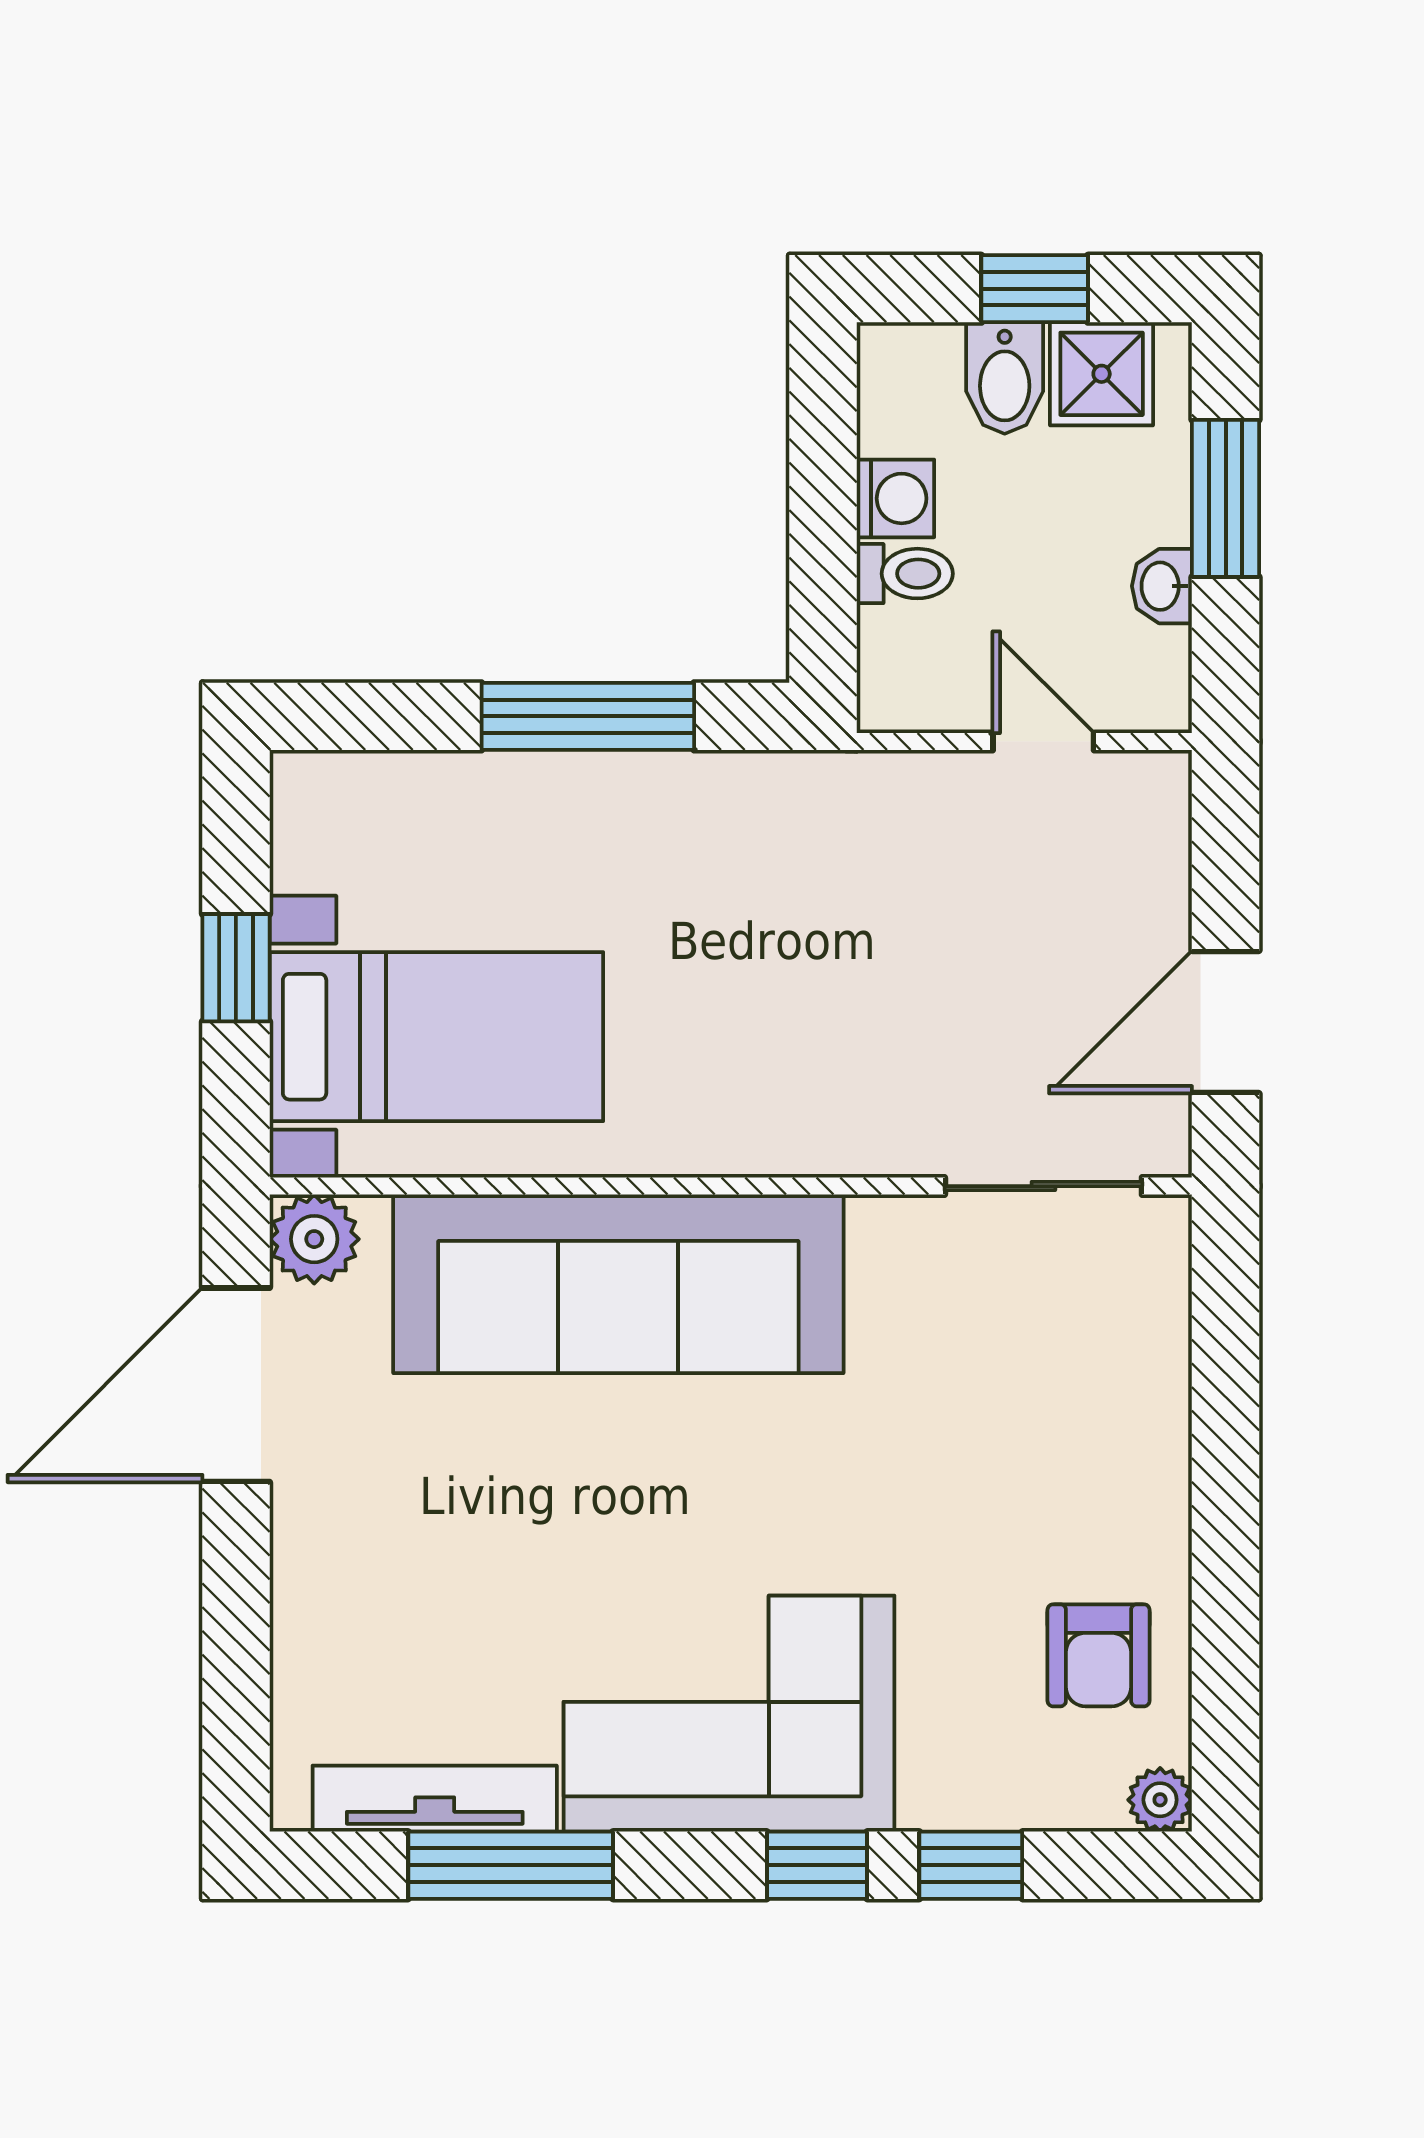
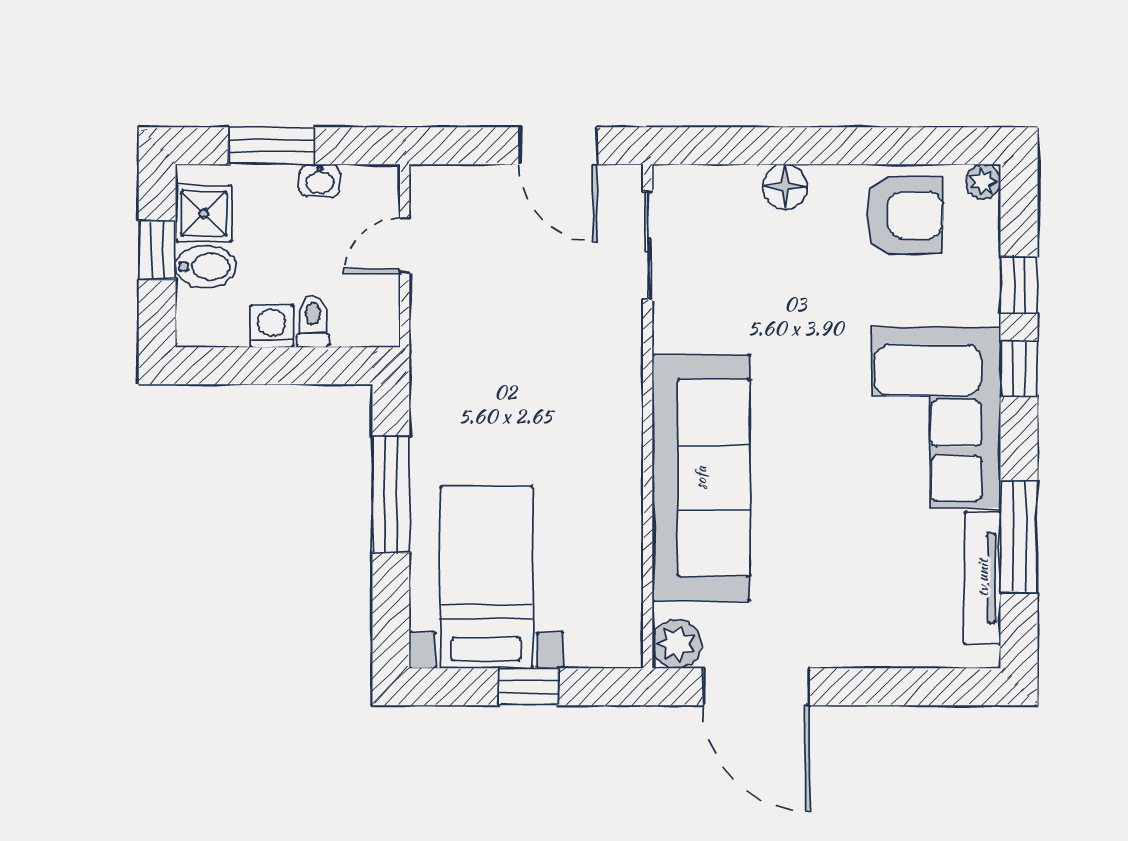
bed with nightstands: (436, 1037) -> (486, 577), moved
floor lamp: (1151, 1437) -> (785, 187), added
armchair: (1099, 1655) -> (904, 215), width x1.38, depth x1.38

